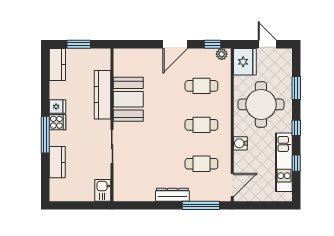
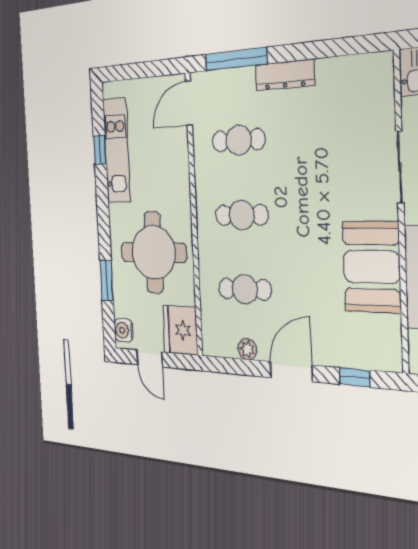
window: (212, 44) -> (355, 377), moved
plant: (222, 54) -> (247, 349), moved
window: (296, 128) -> (103, 211), removed
water cooler: (240, 143) -> (124, 330), moved, turned 180

